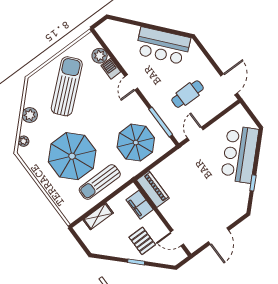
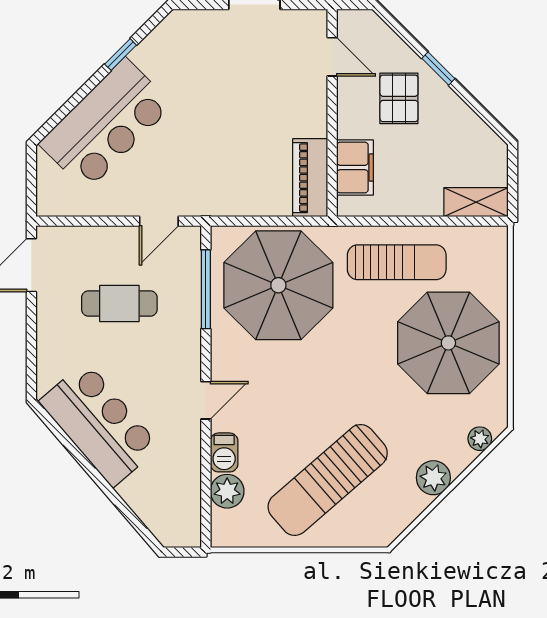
parasol: (136, 143) -> (278, 285), width x1.36, depth x1.36
parasol: (72, 156) -> (448, 343), moved
shelving: (98, 216) -> (476, 202), moved

